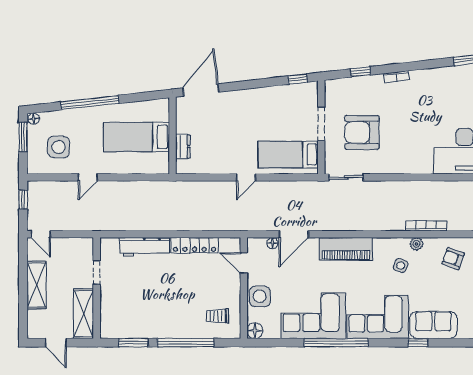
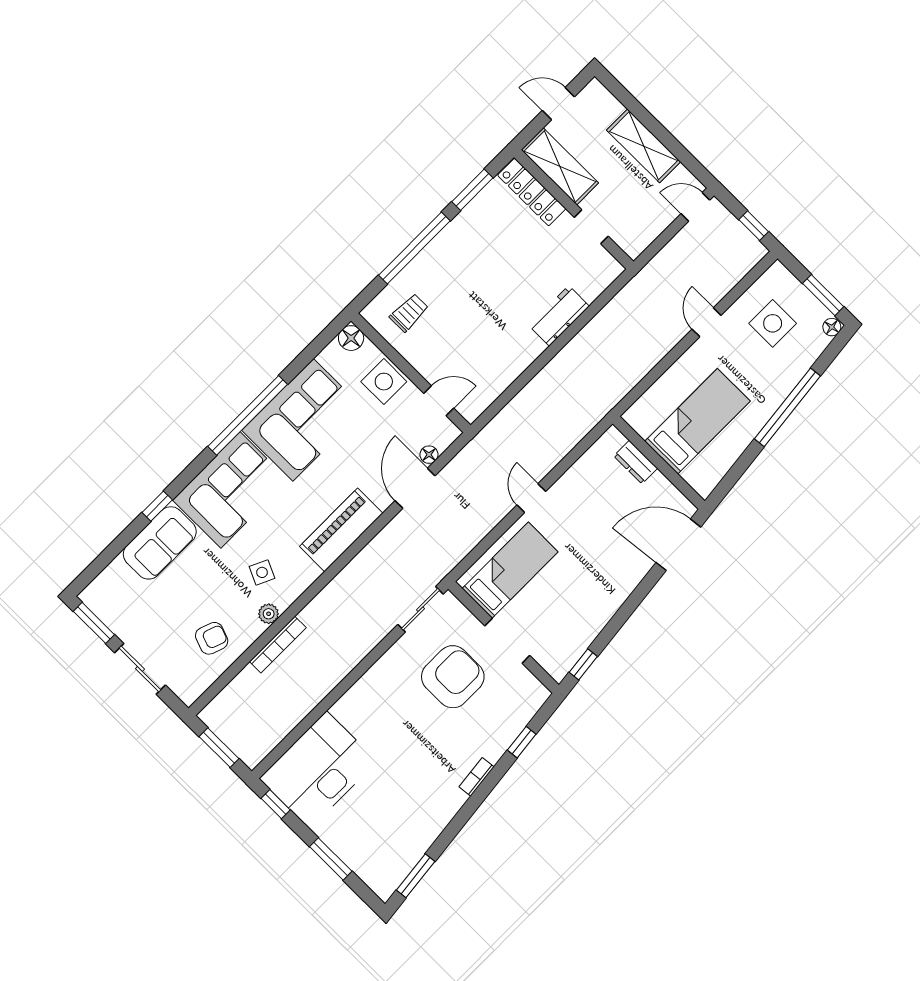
door: (201, 90) -> (678, 545), swing flipped
locker: (194, 245) -> (532, 192), moved, turned -90
workbench: (145, 247) -> (559, 316), width x0.73

